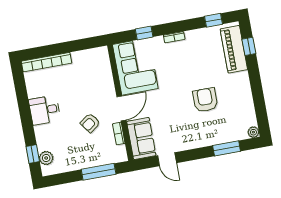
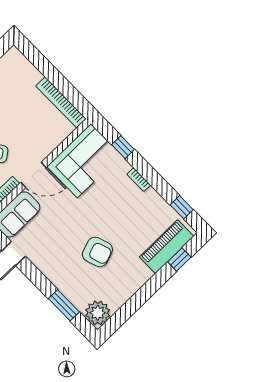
bookcase: (47, 62) -> (61, 102), moved
armchair: (205, 100) -> (97, 252), turned 71
plant: (253, 132) -> (98, 313), width x1.87, depth x1.87

